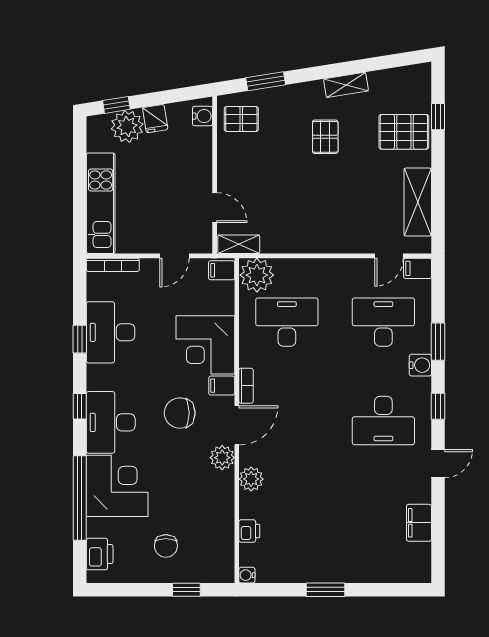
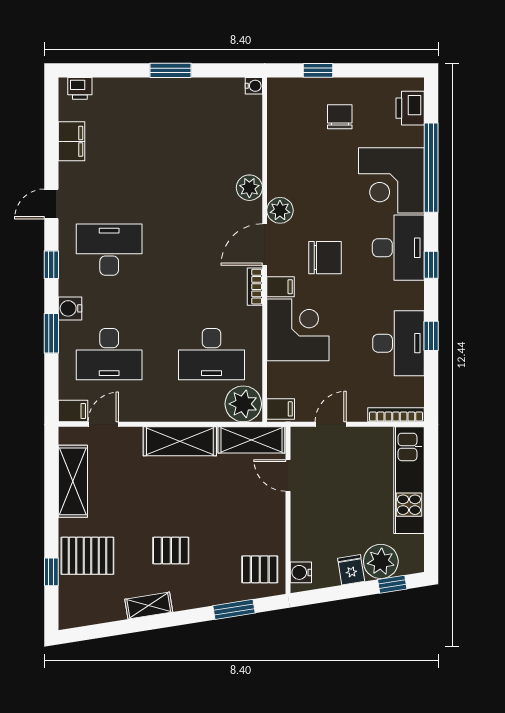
pallet: (325, 137) -> (171, 550), turned 90
shelving: (317, 240) -> (180, 441), added
shelving: (239, 244) -> (251, 440), width x1.50, depth x1.33
printer: (249, 531) -> (80, 88), moved, turned -90

